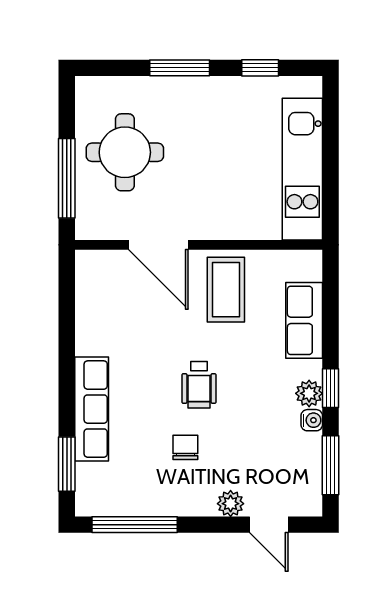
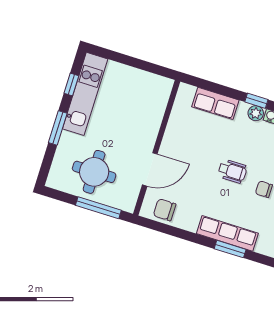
kitchen unit: (302, 169) -> (85, 94), moved, turned -90
coffee table: (226, 290) -> (186, 141), removed
chair: (98, 291) -> (165, 210), added
window: (67, 464) -> (230, 249), moved

